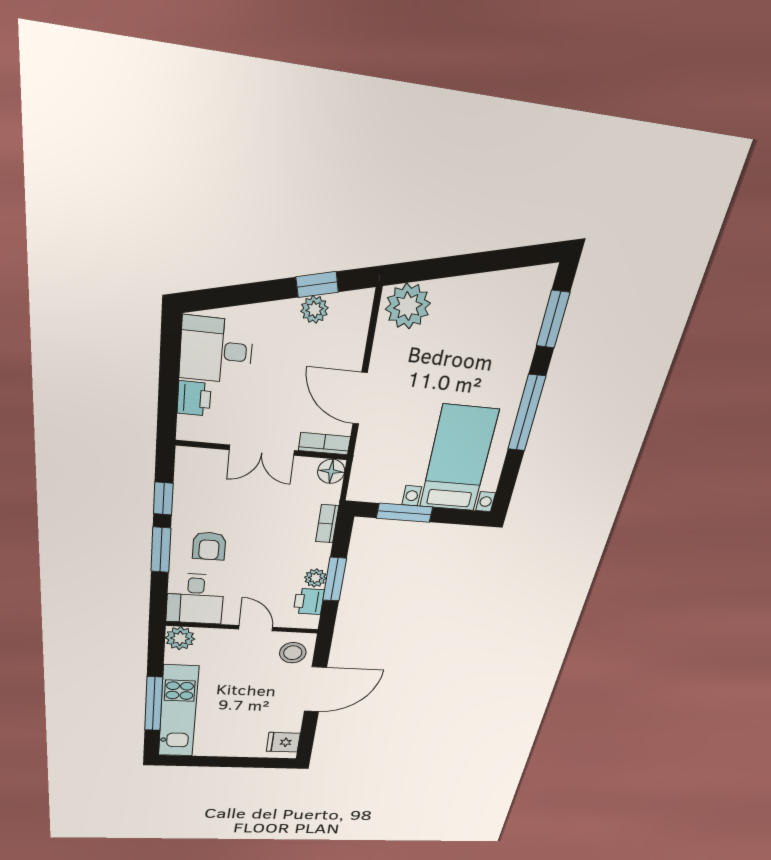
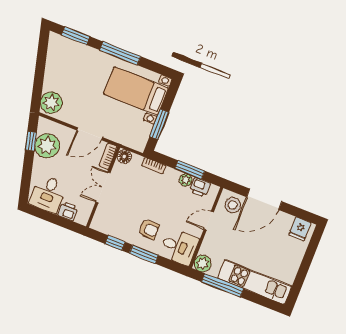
plant: (314, 310) -> (47, 146), width x1.87, depth x1.87
double door: (262, 450) -> (103, 187), swing flipped
door: (315, 689) -> (264, 199), swing flipped
window: (154, 704) -> (223, 285), moved

